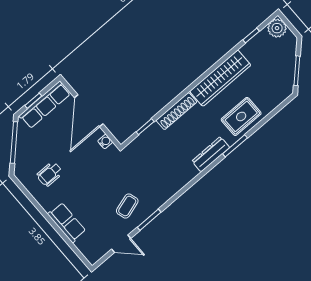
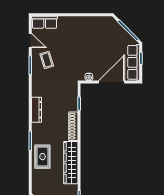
door: (89, 111) -> (112, 82), hinge flipped
dresser: (211, 154) -> (37, 110), moved
wheelchair: (50, 174) -> (97, 35), removed
row of seats: (67, 223) -> (45, 22), moved
door: (121, 244) -> (30, 41), swing flipped

